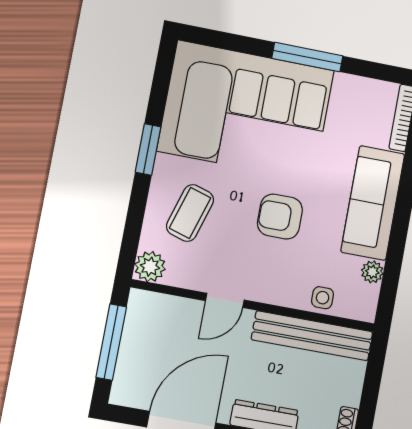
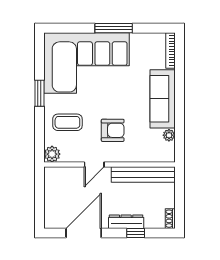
coffee table: (190, 213) -> (67, 122), turned 73
armchair: (280, 217) -> (113, 130), moved, turned 180
side table: (323, 298) -> (145, 154), removed
window: (111, 342) -> (39, 197), removed

